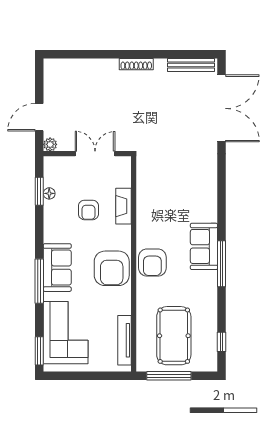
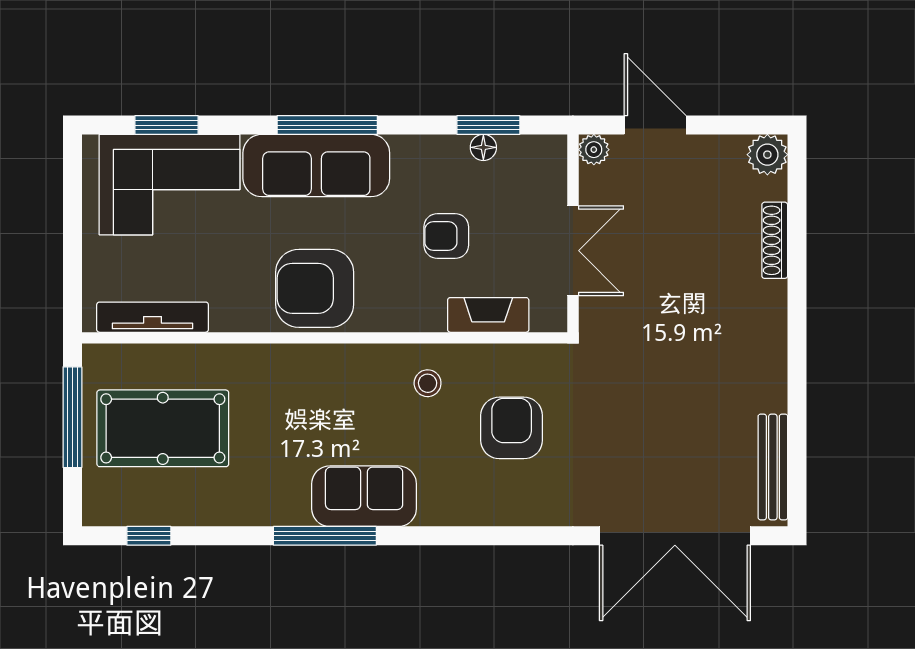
shoe rack: (136, 64) -> (775, 240), moved
plant: (52, 67) -> (767, 155), added
fireplace: (124, 206) -> (488, 315), moved
stool: (154, 218) -> (428, 383), added
armchair: (152, 263) -> (512, 428), moved, turned 90
sofa: (57, 268) -> (316, 166), width x1.36
window: (39, 281) -> (327, 125), moved
window: (39, 351) -> (167, 125), moved

